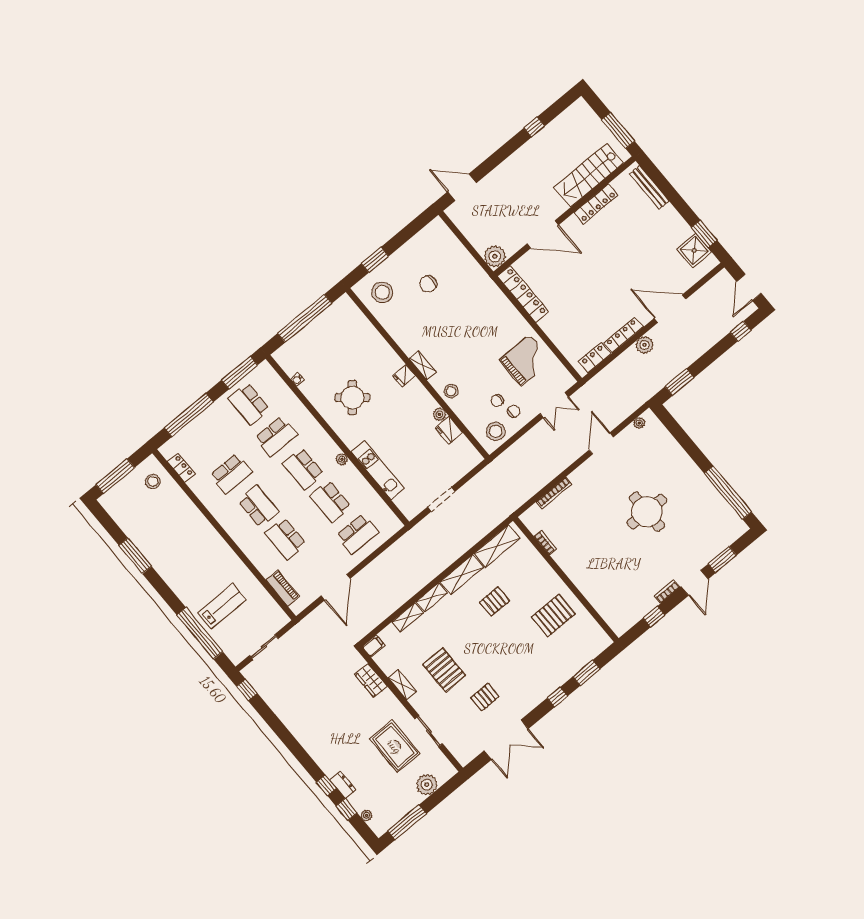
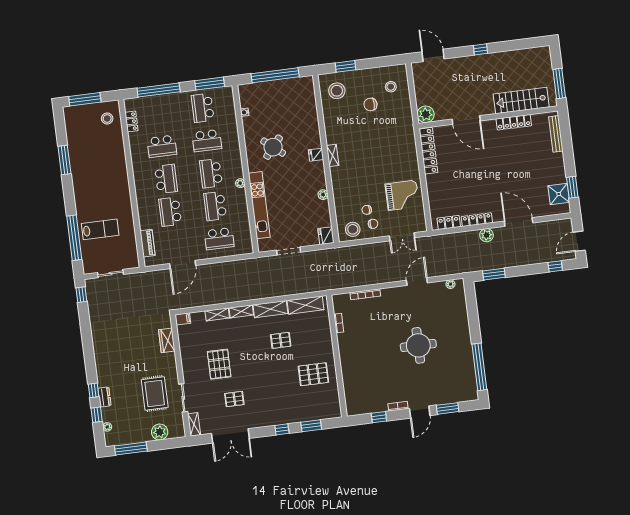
window: (534, 127) -> (481, 49), moved
stool: (451, 391) -> (391, 87), moved
fridge: (449, 430) -> (326, 236), moved
kitchen unit: (378, 470) -> (259, 205), width x1.36
shelving: (402, 685) -> (194, 424), moved

